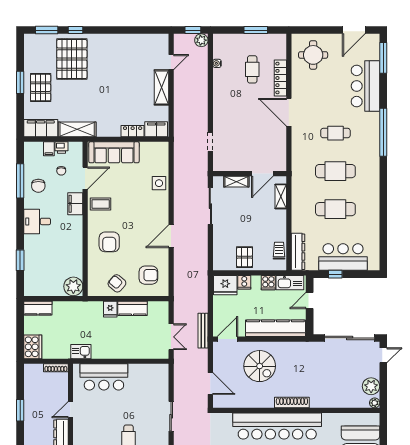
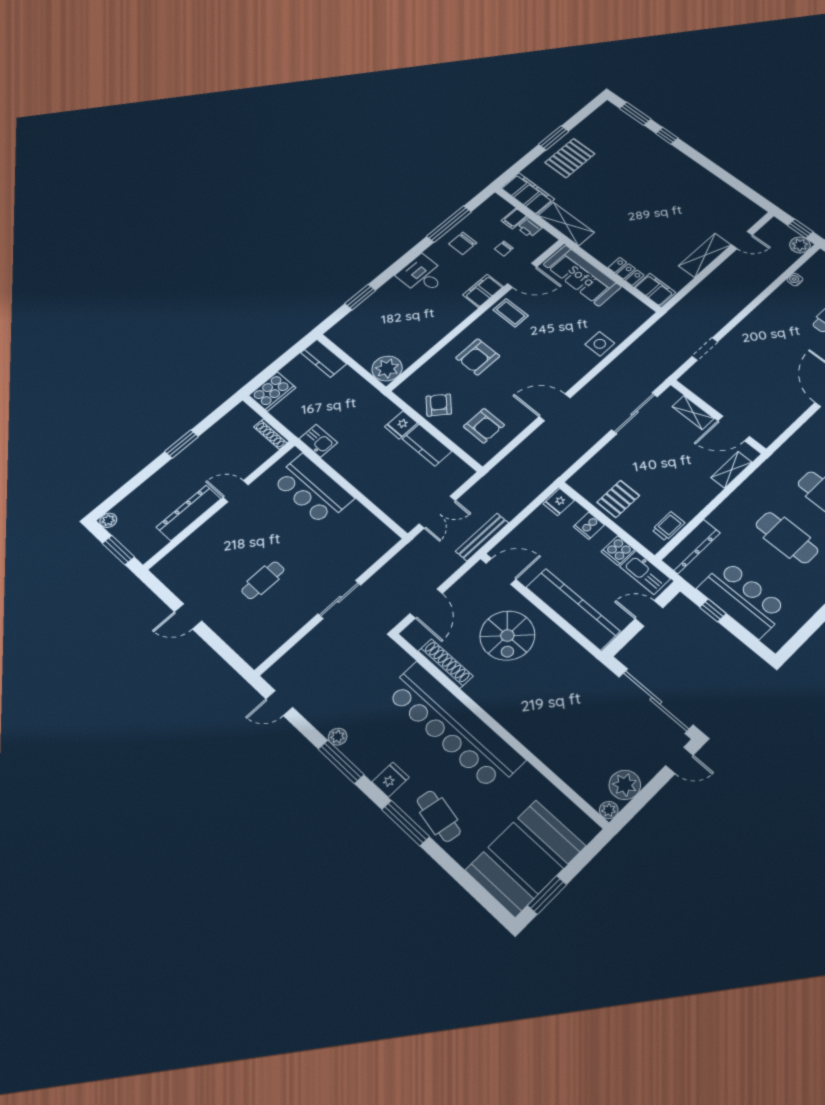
pallet: (72, 59) -> (633, 158), removed
fridge: (225, 285) -> (559, 502), width x0.53, depth x0.75
shoe rack: (292, 403) -> (446, 664), moved

